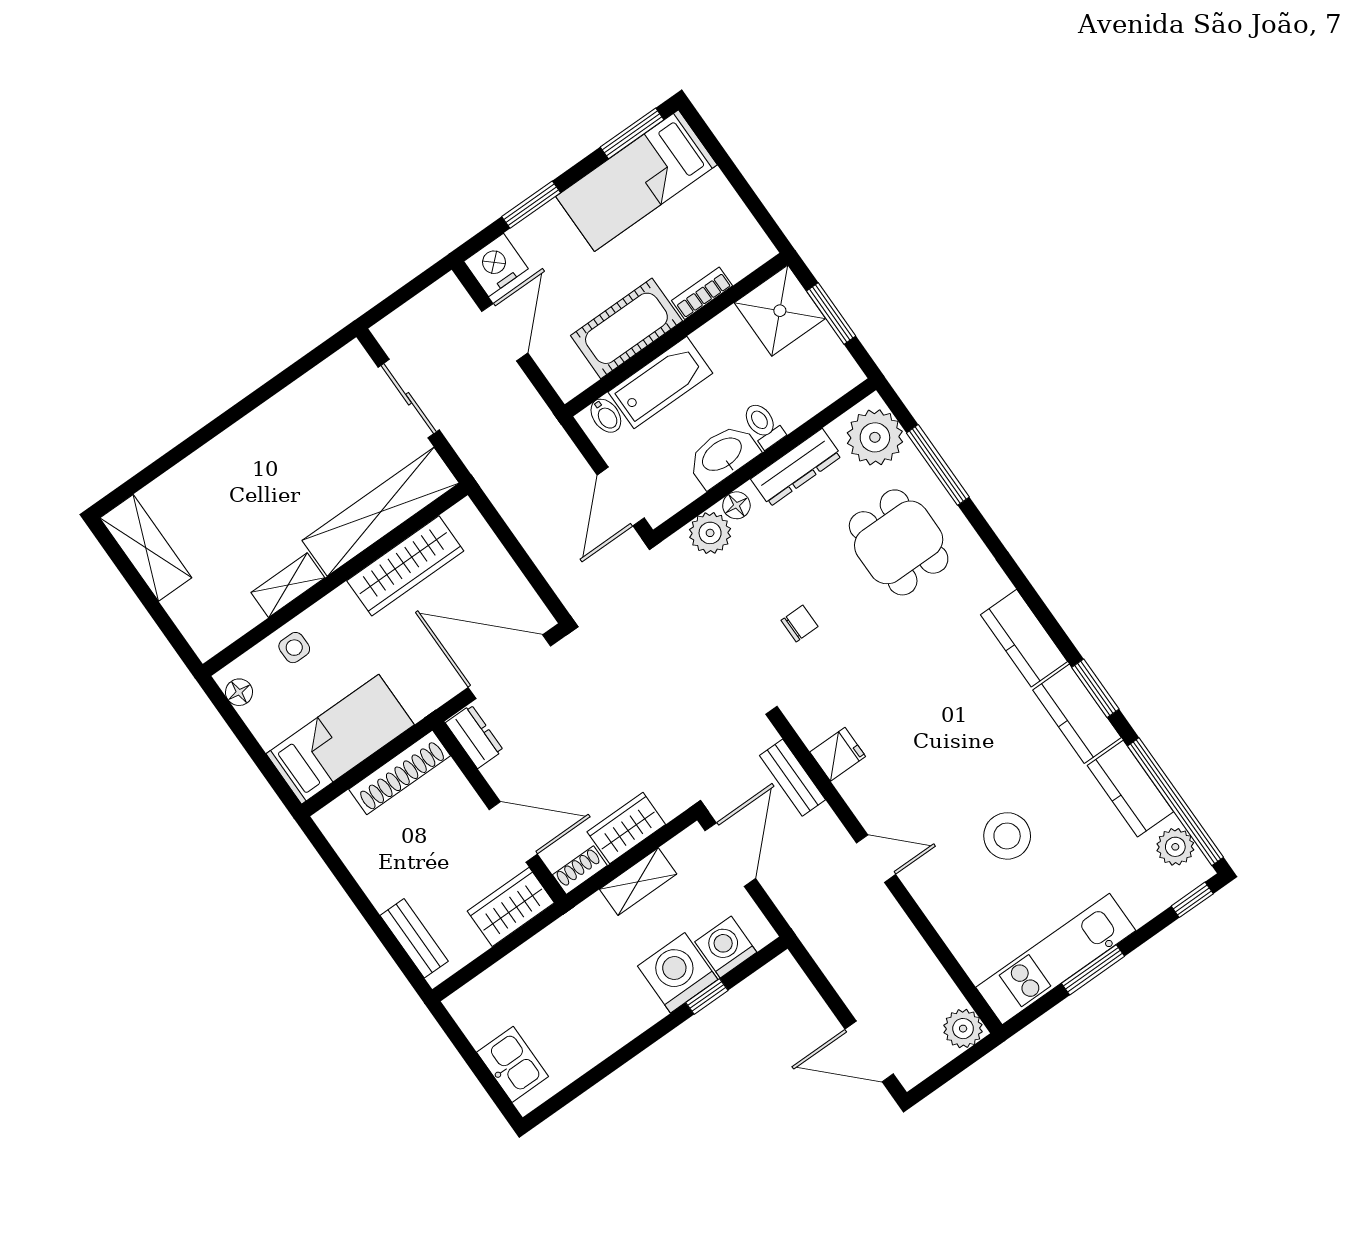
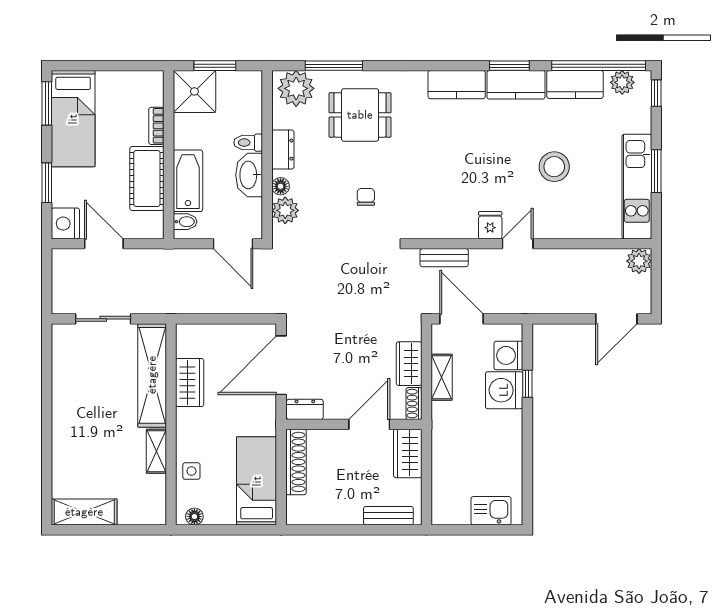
dresser: (796, 468) -> (283, 150), width x0.70
wardrobe: (405, 566) -> (190, 383), width x0.67
fridge: (838, 754) -> (490, 225), moved

